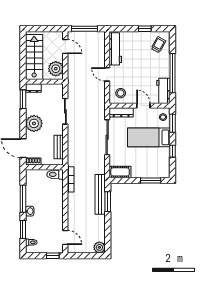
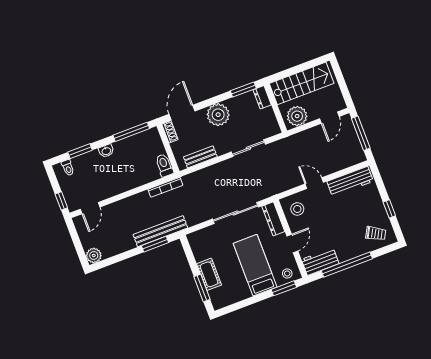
door: (107, 74) -> (314, 183), hinge flipped
window: (172, 151) -> (249, 301), removed
cot: (120, 172) -> (209, 274), moved
window: (23, 199) -> (131, 132), moved

